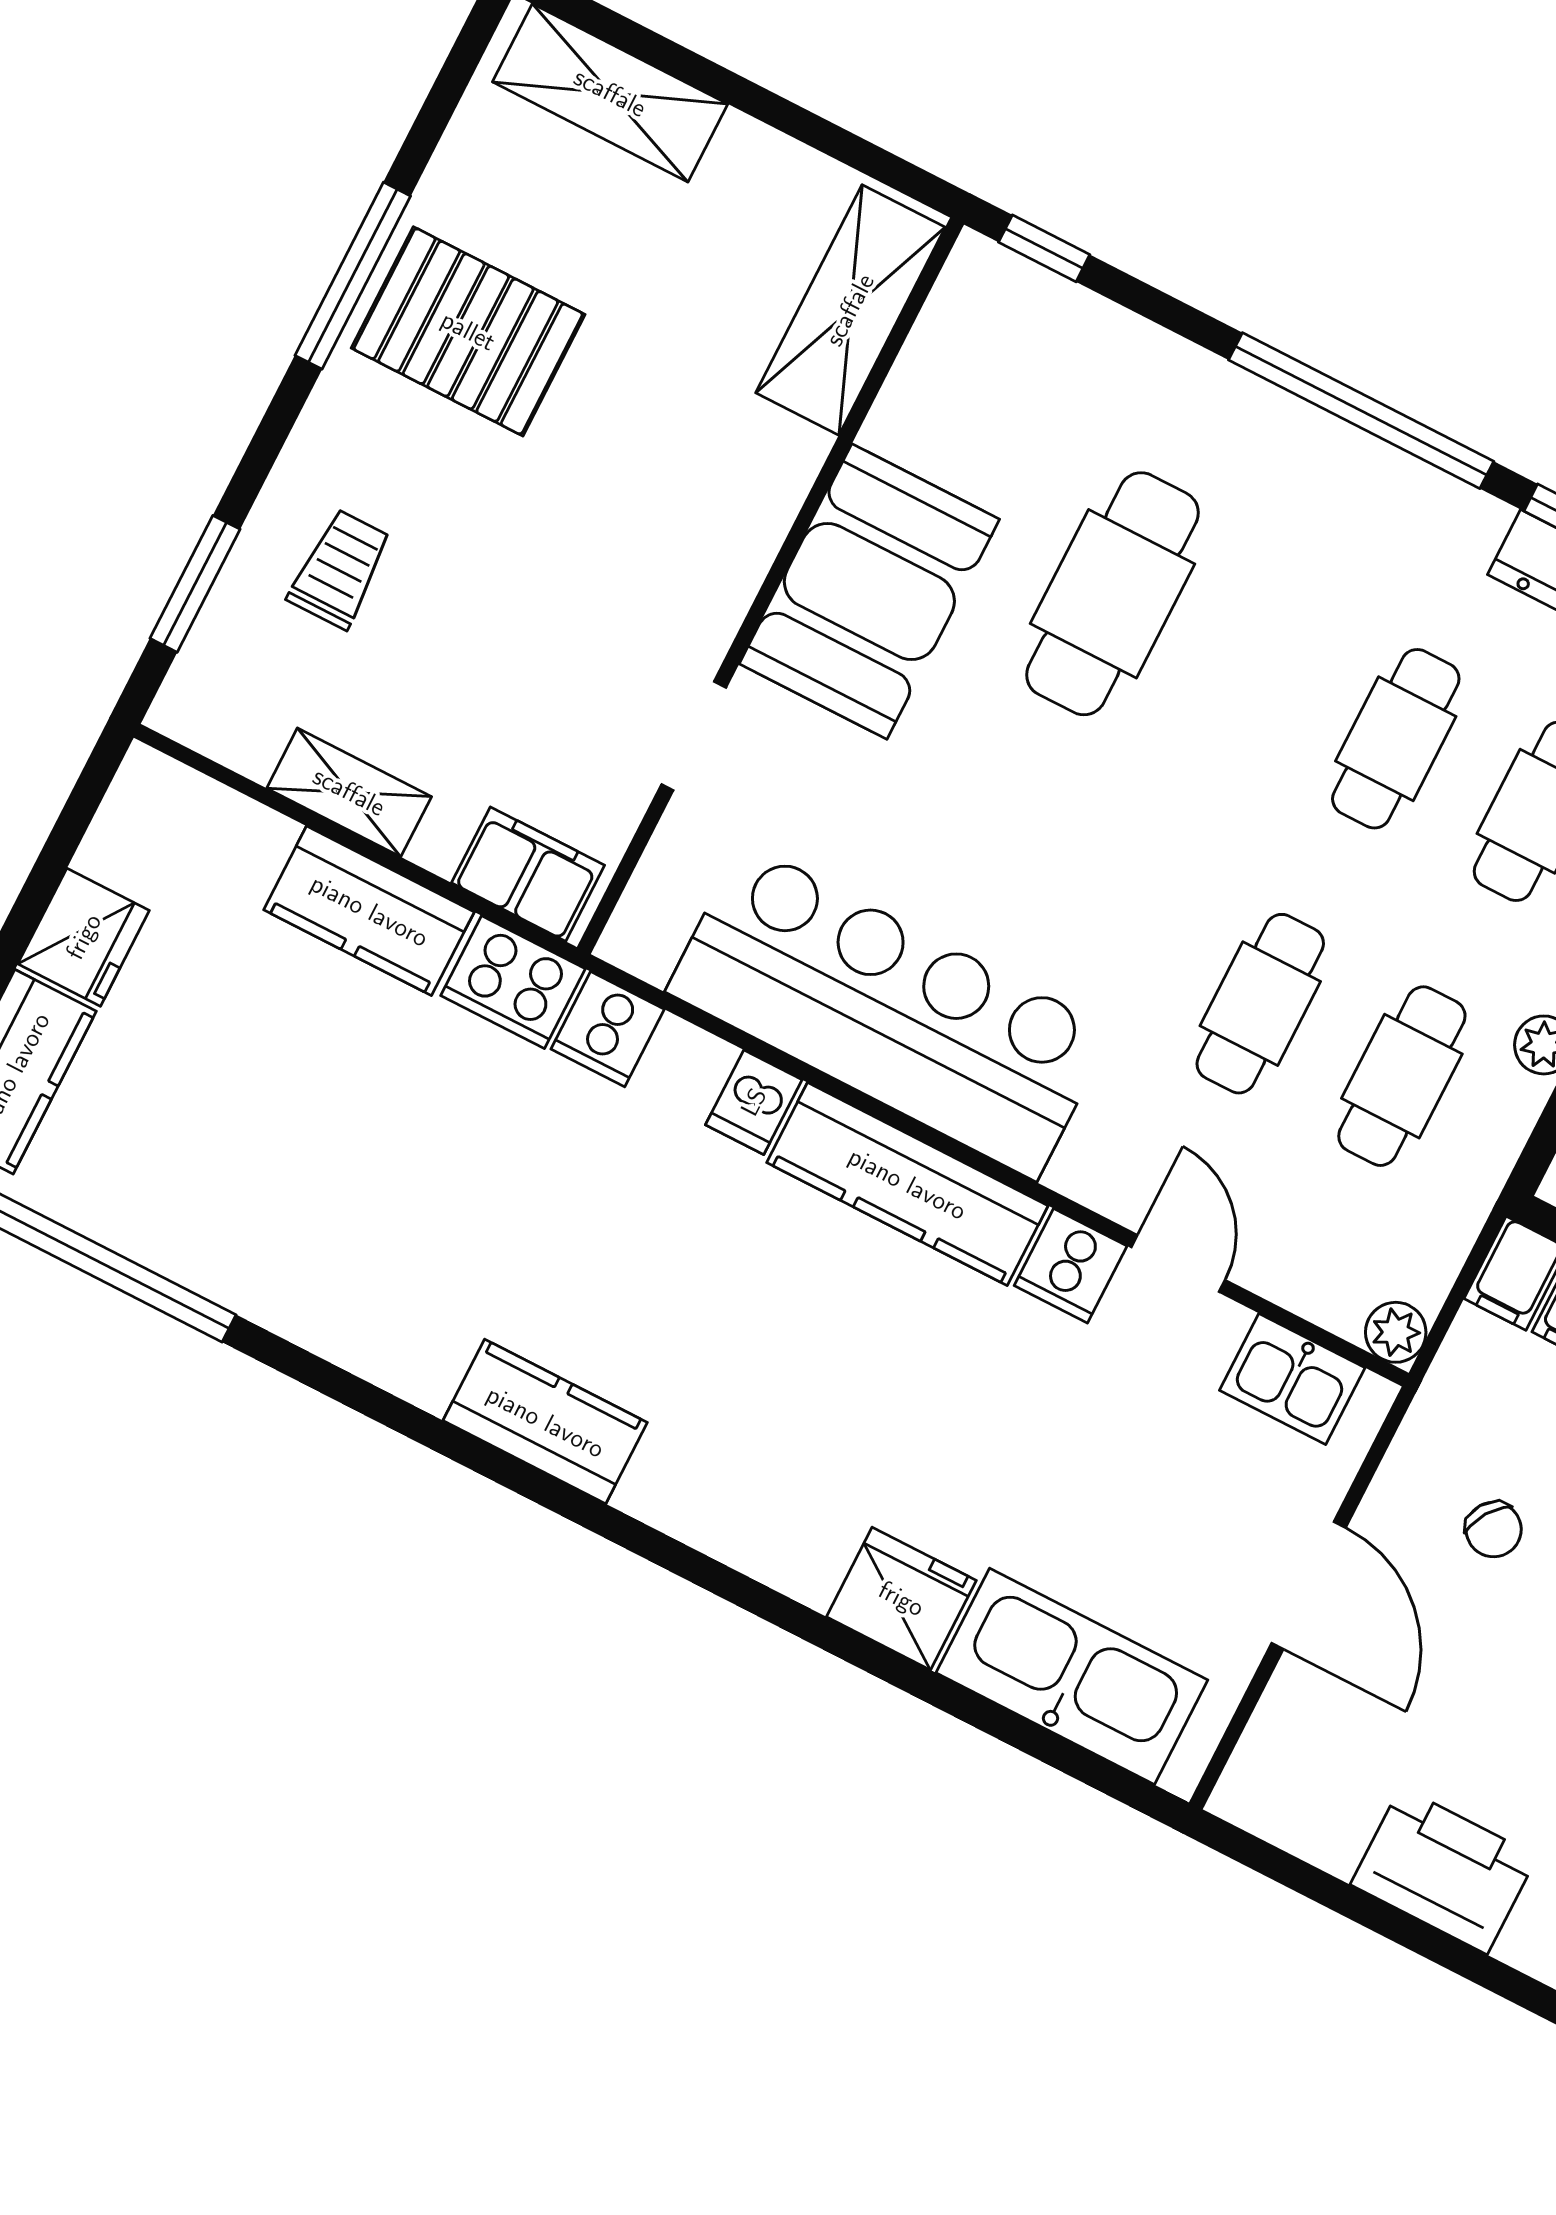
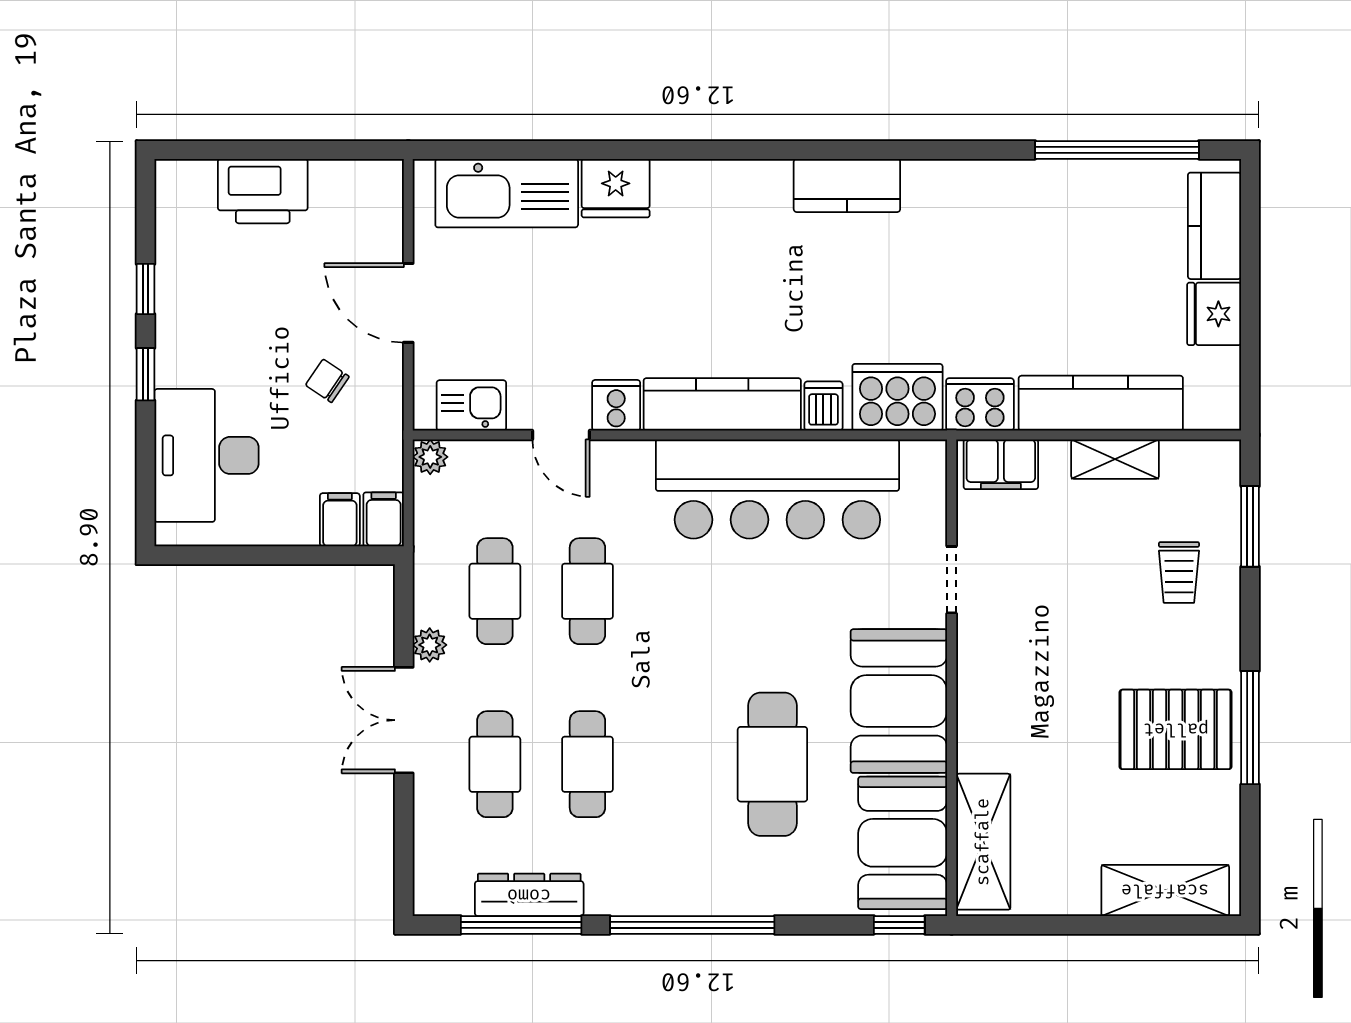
booth: (975, 371) -> (903, 843), added
kitchen counter: (369, 911) -> (1101, 403), width x1.50
cooker: (608, 1029) -> (897, 397), width x1.87, depth x1.31

